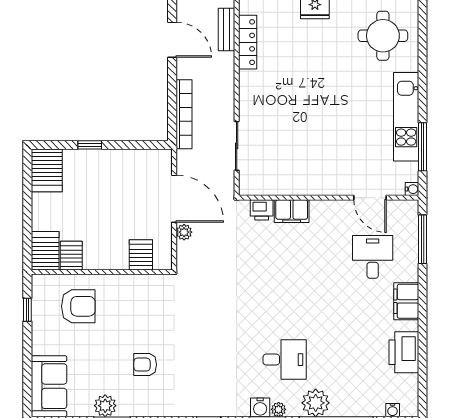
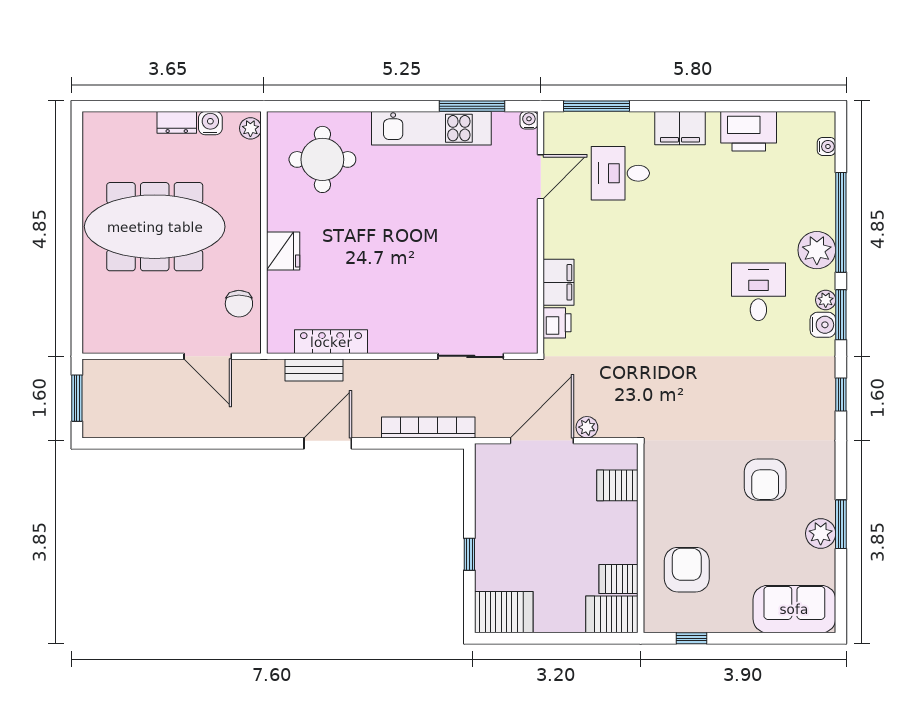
armchair: (145, 365) -> (765, 480), width x1.38, depth x1.38

